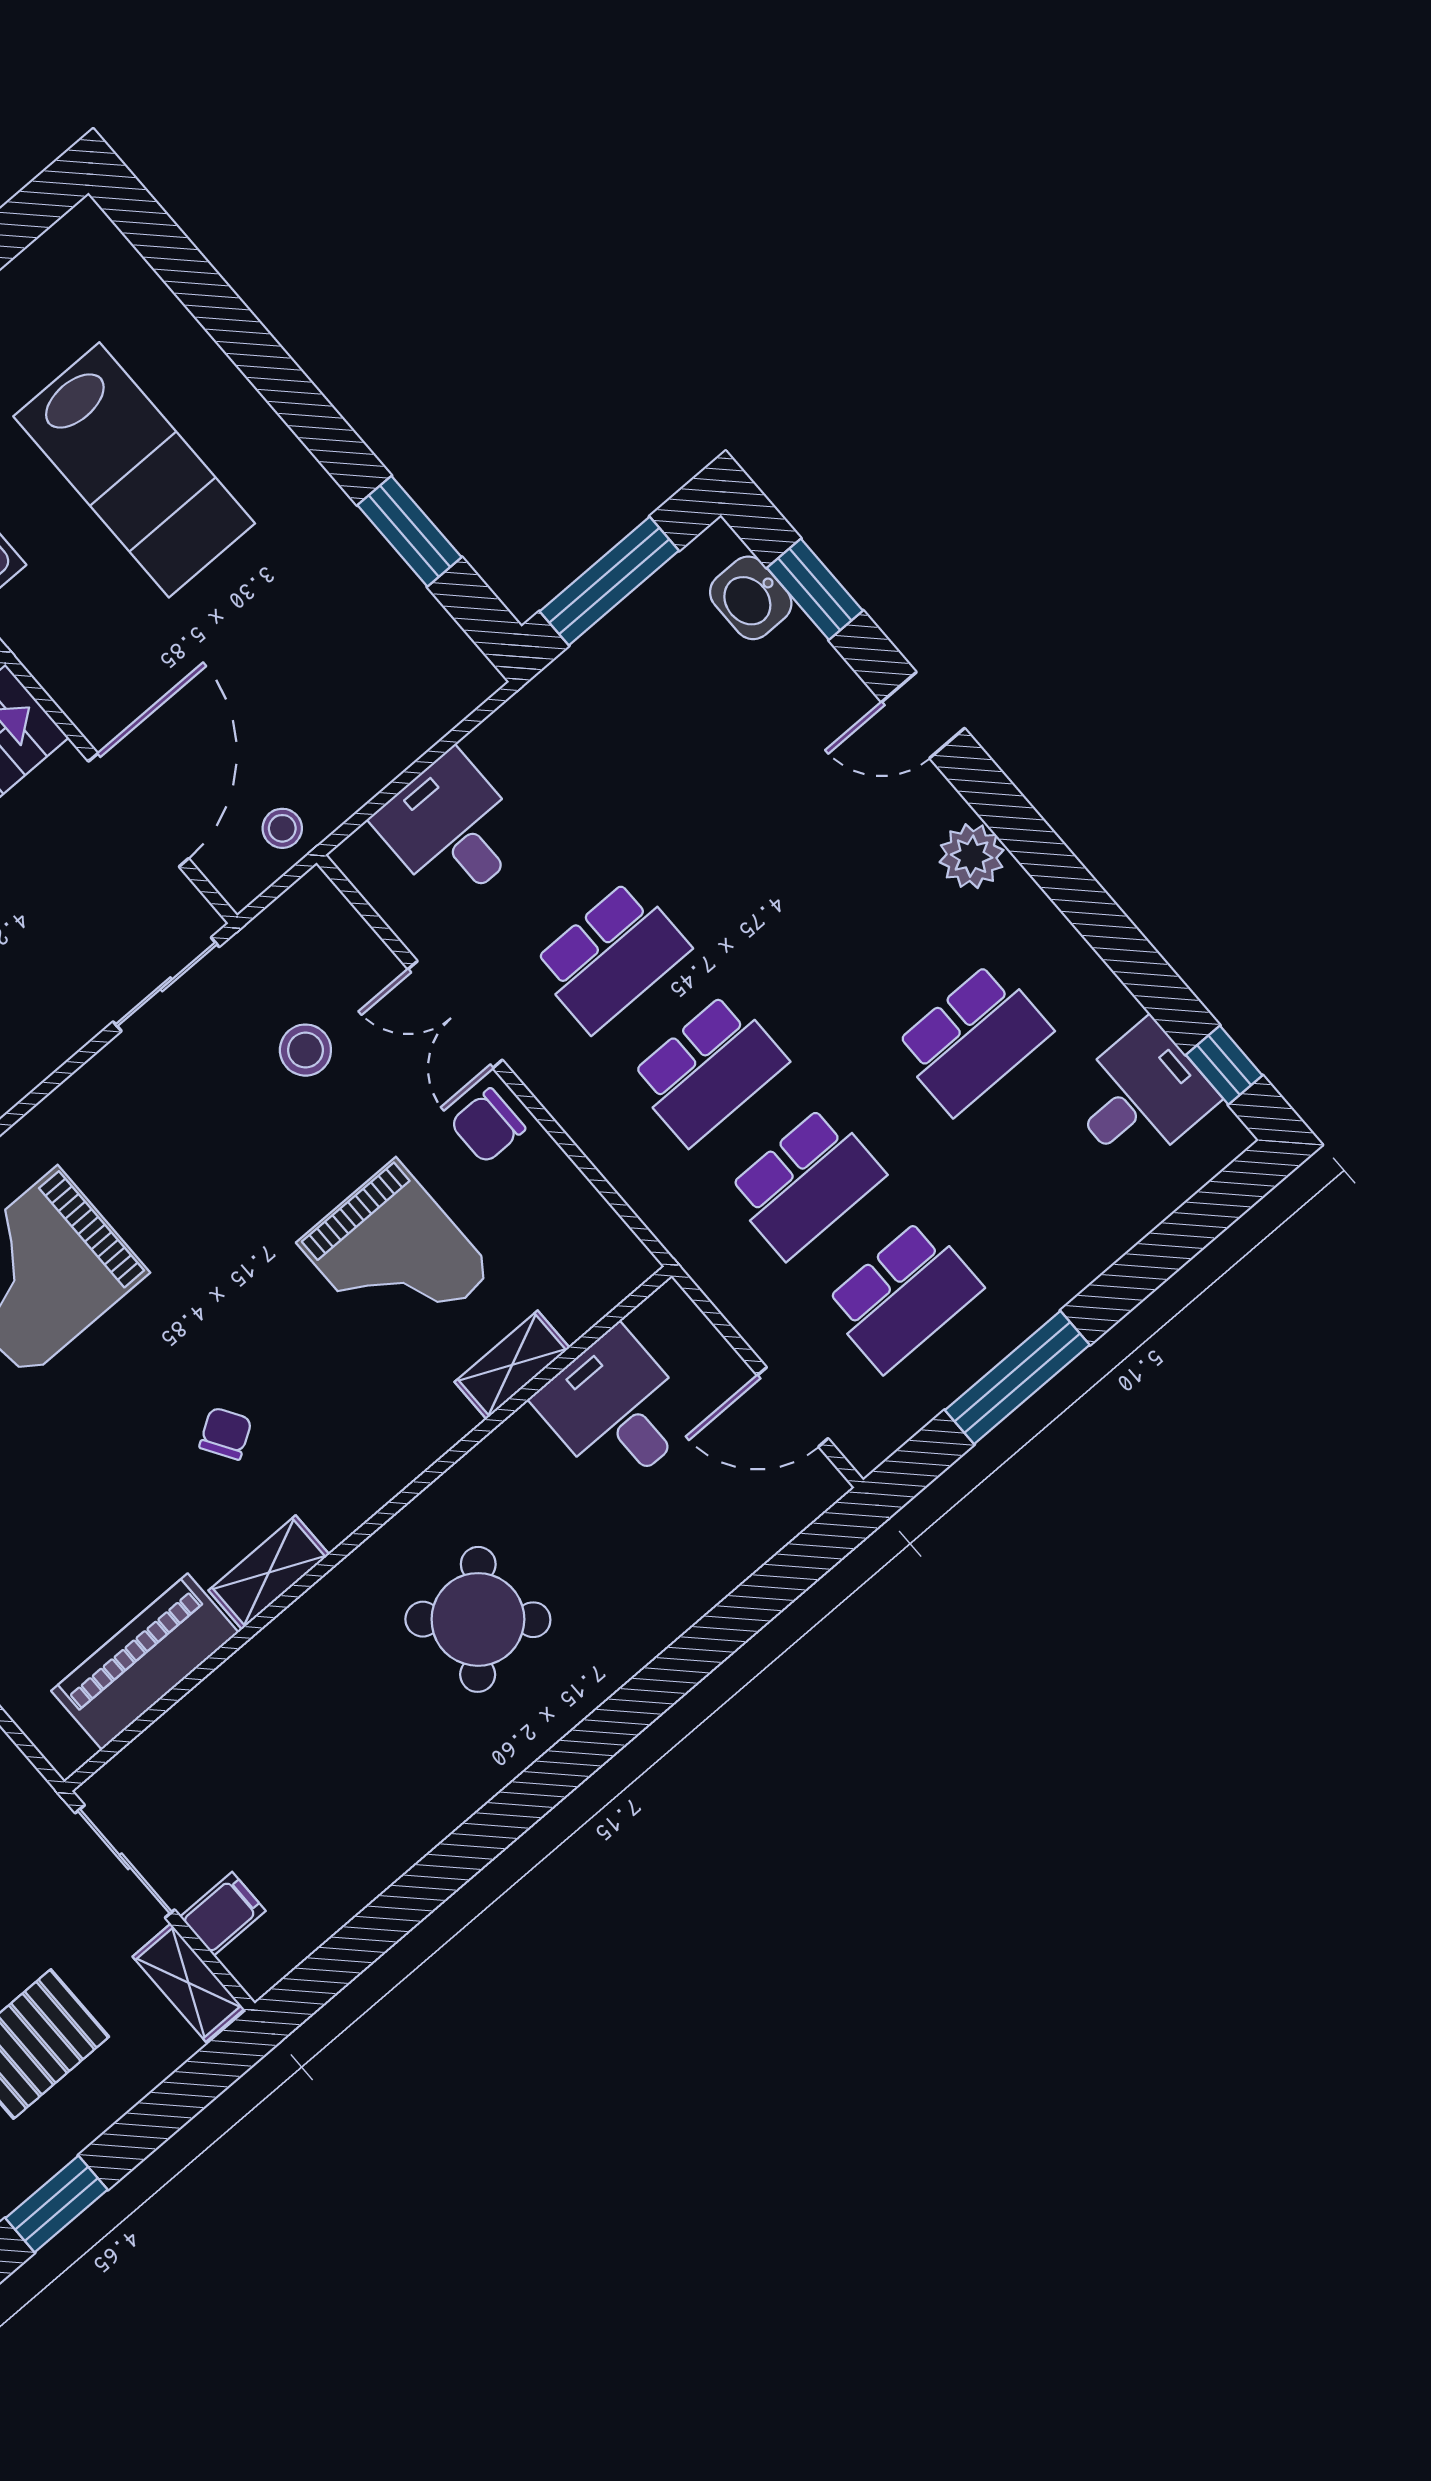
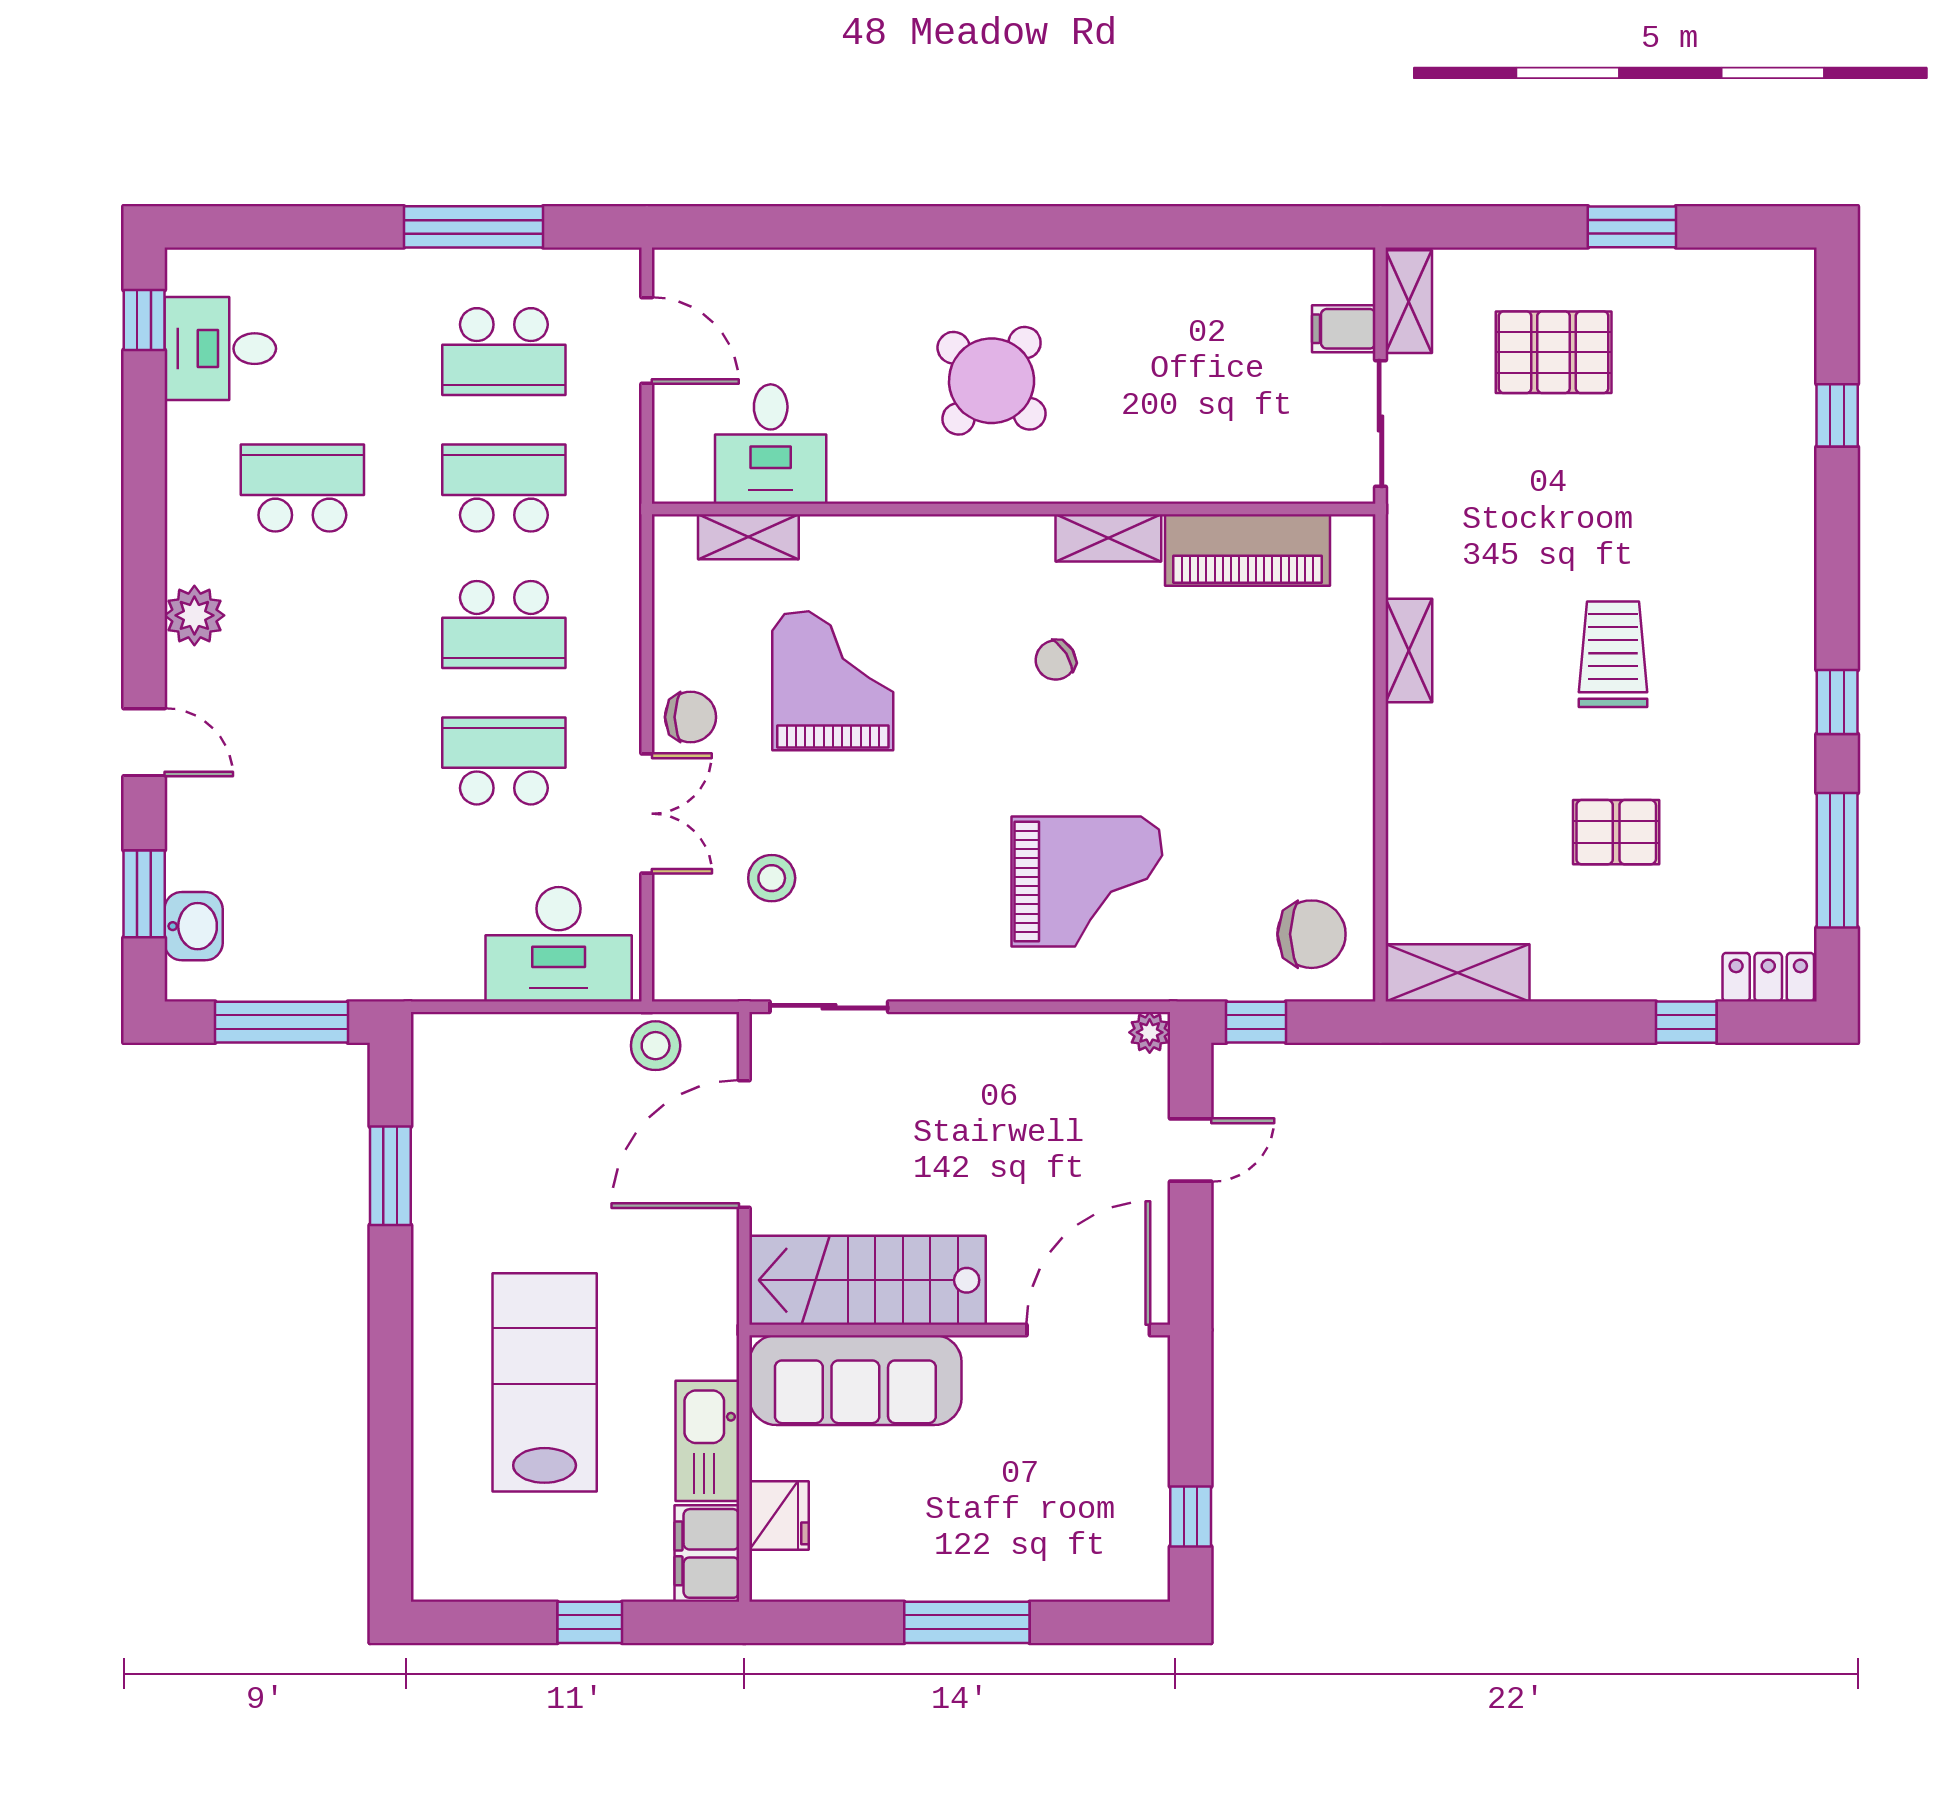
stool: (282, 828) -> (656, 1046), width x1.37, depth x1.37
desk: (451, 829) -> (559, 944), width x1.37
school desk: (709, 1069) -> (504, 624), turned 180
school desk: (903, 1296) -> (504, 352), turned 180
shelving: (512, 1365) -> (748, 537), moved

